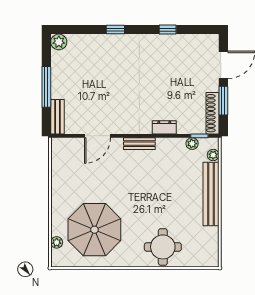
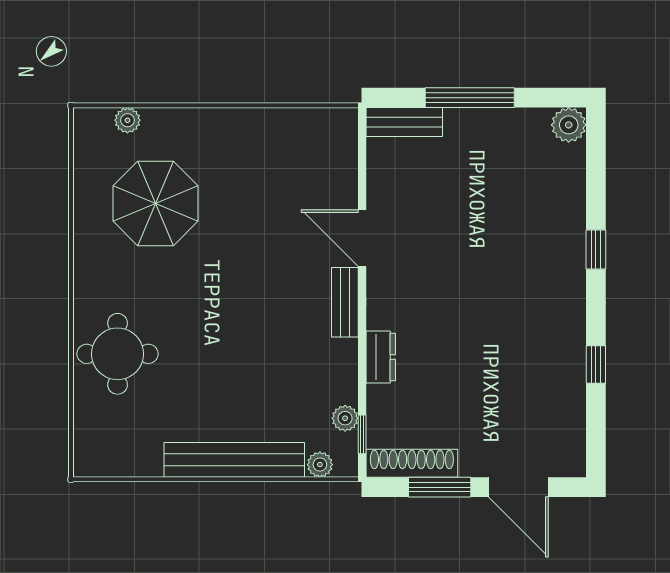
door: (97, 136) -> (362, 238), moved
parasol: (94, 230) -> (156, 203), width x0.73, depth x0.73

